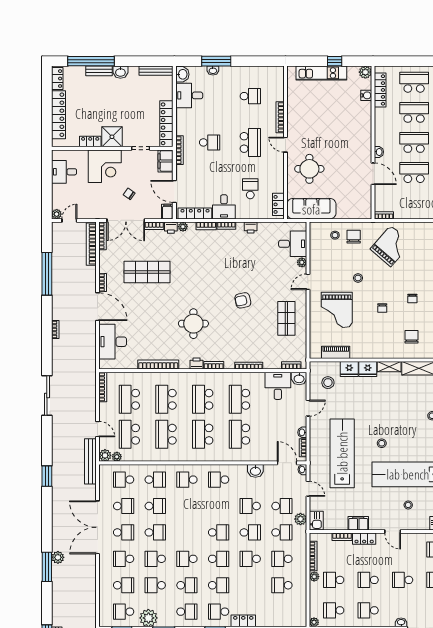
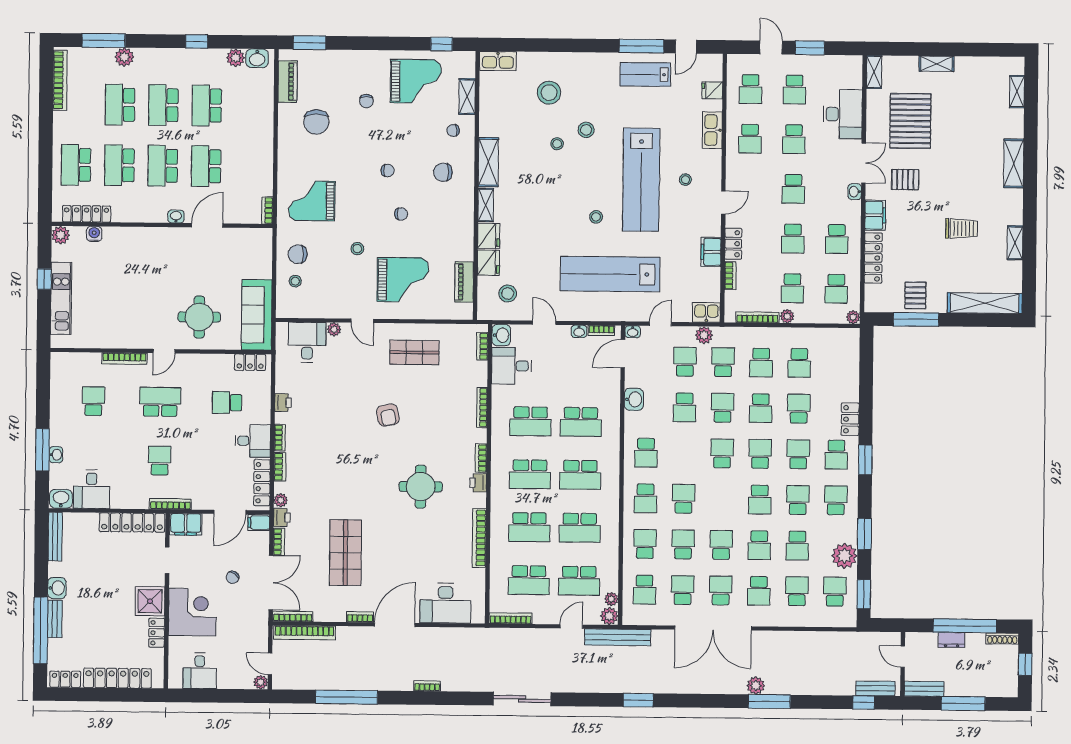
grand piano: (391, 246) -> (312, 201), turned -41
school desk: (187, 506) -> (684, 499), added
school desk: (250, 585) -> (799, 409), added
school desk: (124, 612) -> (835, 592), turned 180

